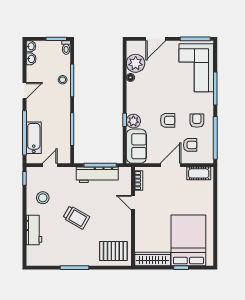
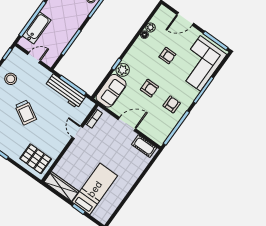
plant: (136, 63) -> (151, 27), width x0.53, depth x0.53
armchair: (190, 145) -> (167, 56), moved
bed: (188, 240) -> (95, 189), width x0.67

